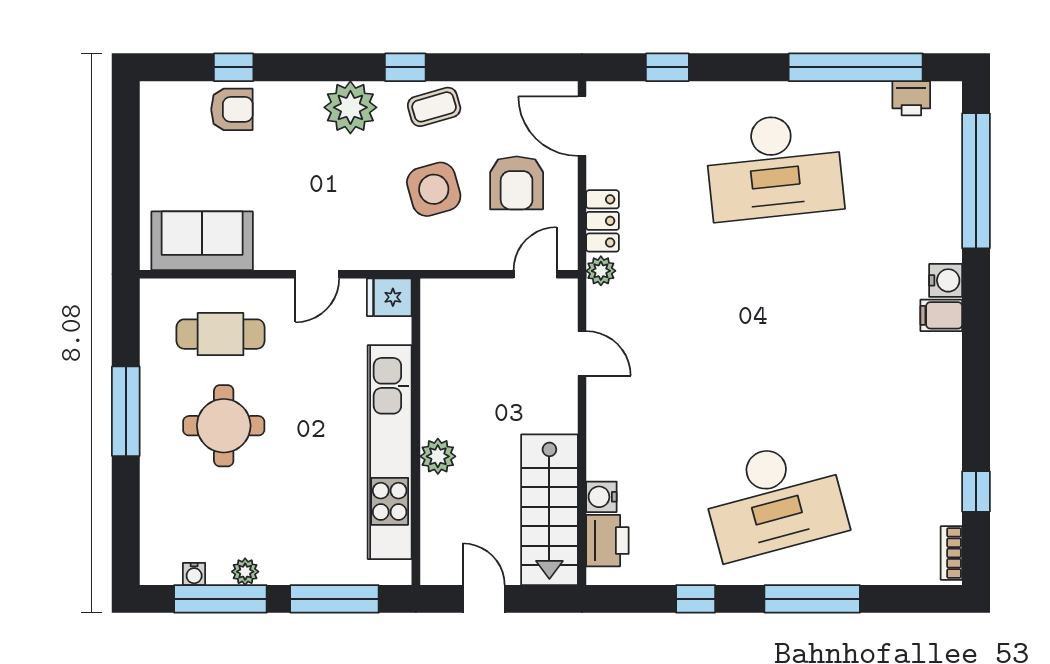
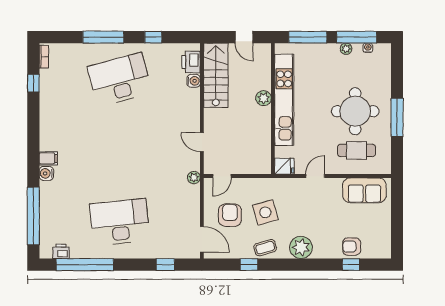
window: (405, 67) -> (249, 265), moved
locker: (603, 221) -> (193, 199), removed
round table: (224, 426) -> (355, 111), width x1.36, depth x1.36

